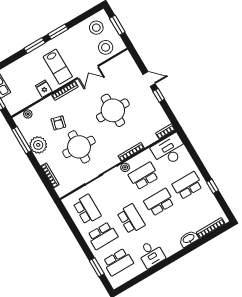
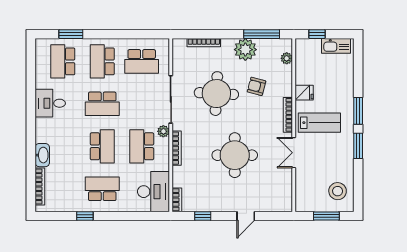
stool: (106, 47) -> (309, 188), removed
lab bench: (58, 67) -> (319, 123), turned 180
window: (159, 95) -> (203, 216), moved
school desk: (144, 176) -> (142, 146), turned 180
school desk: (188, 185) -> (102, 189), turned -90

